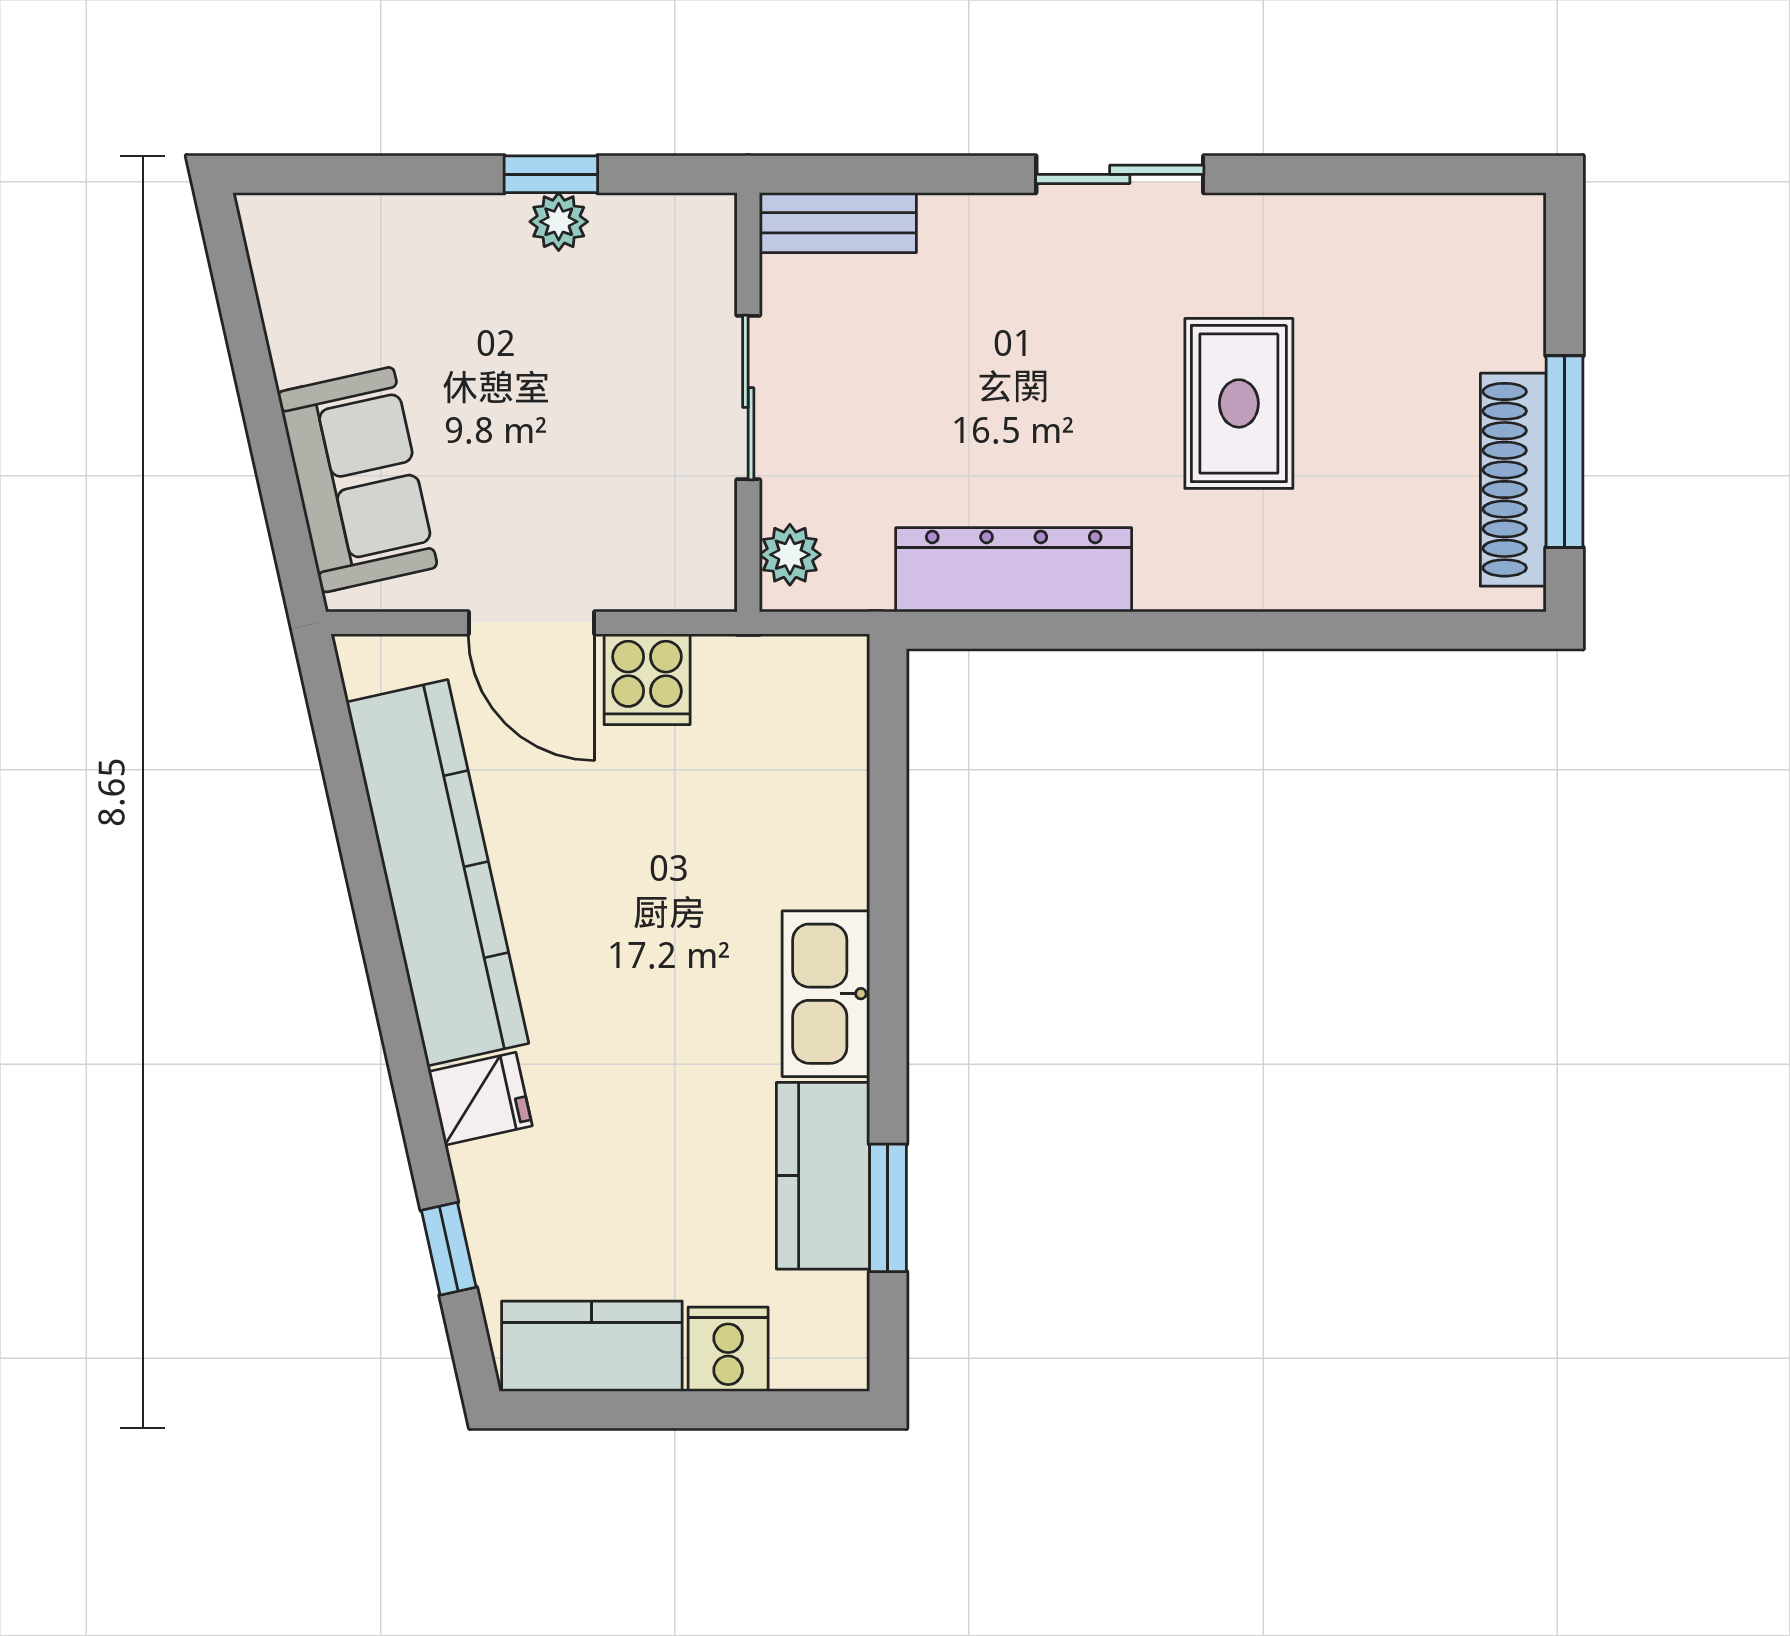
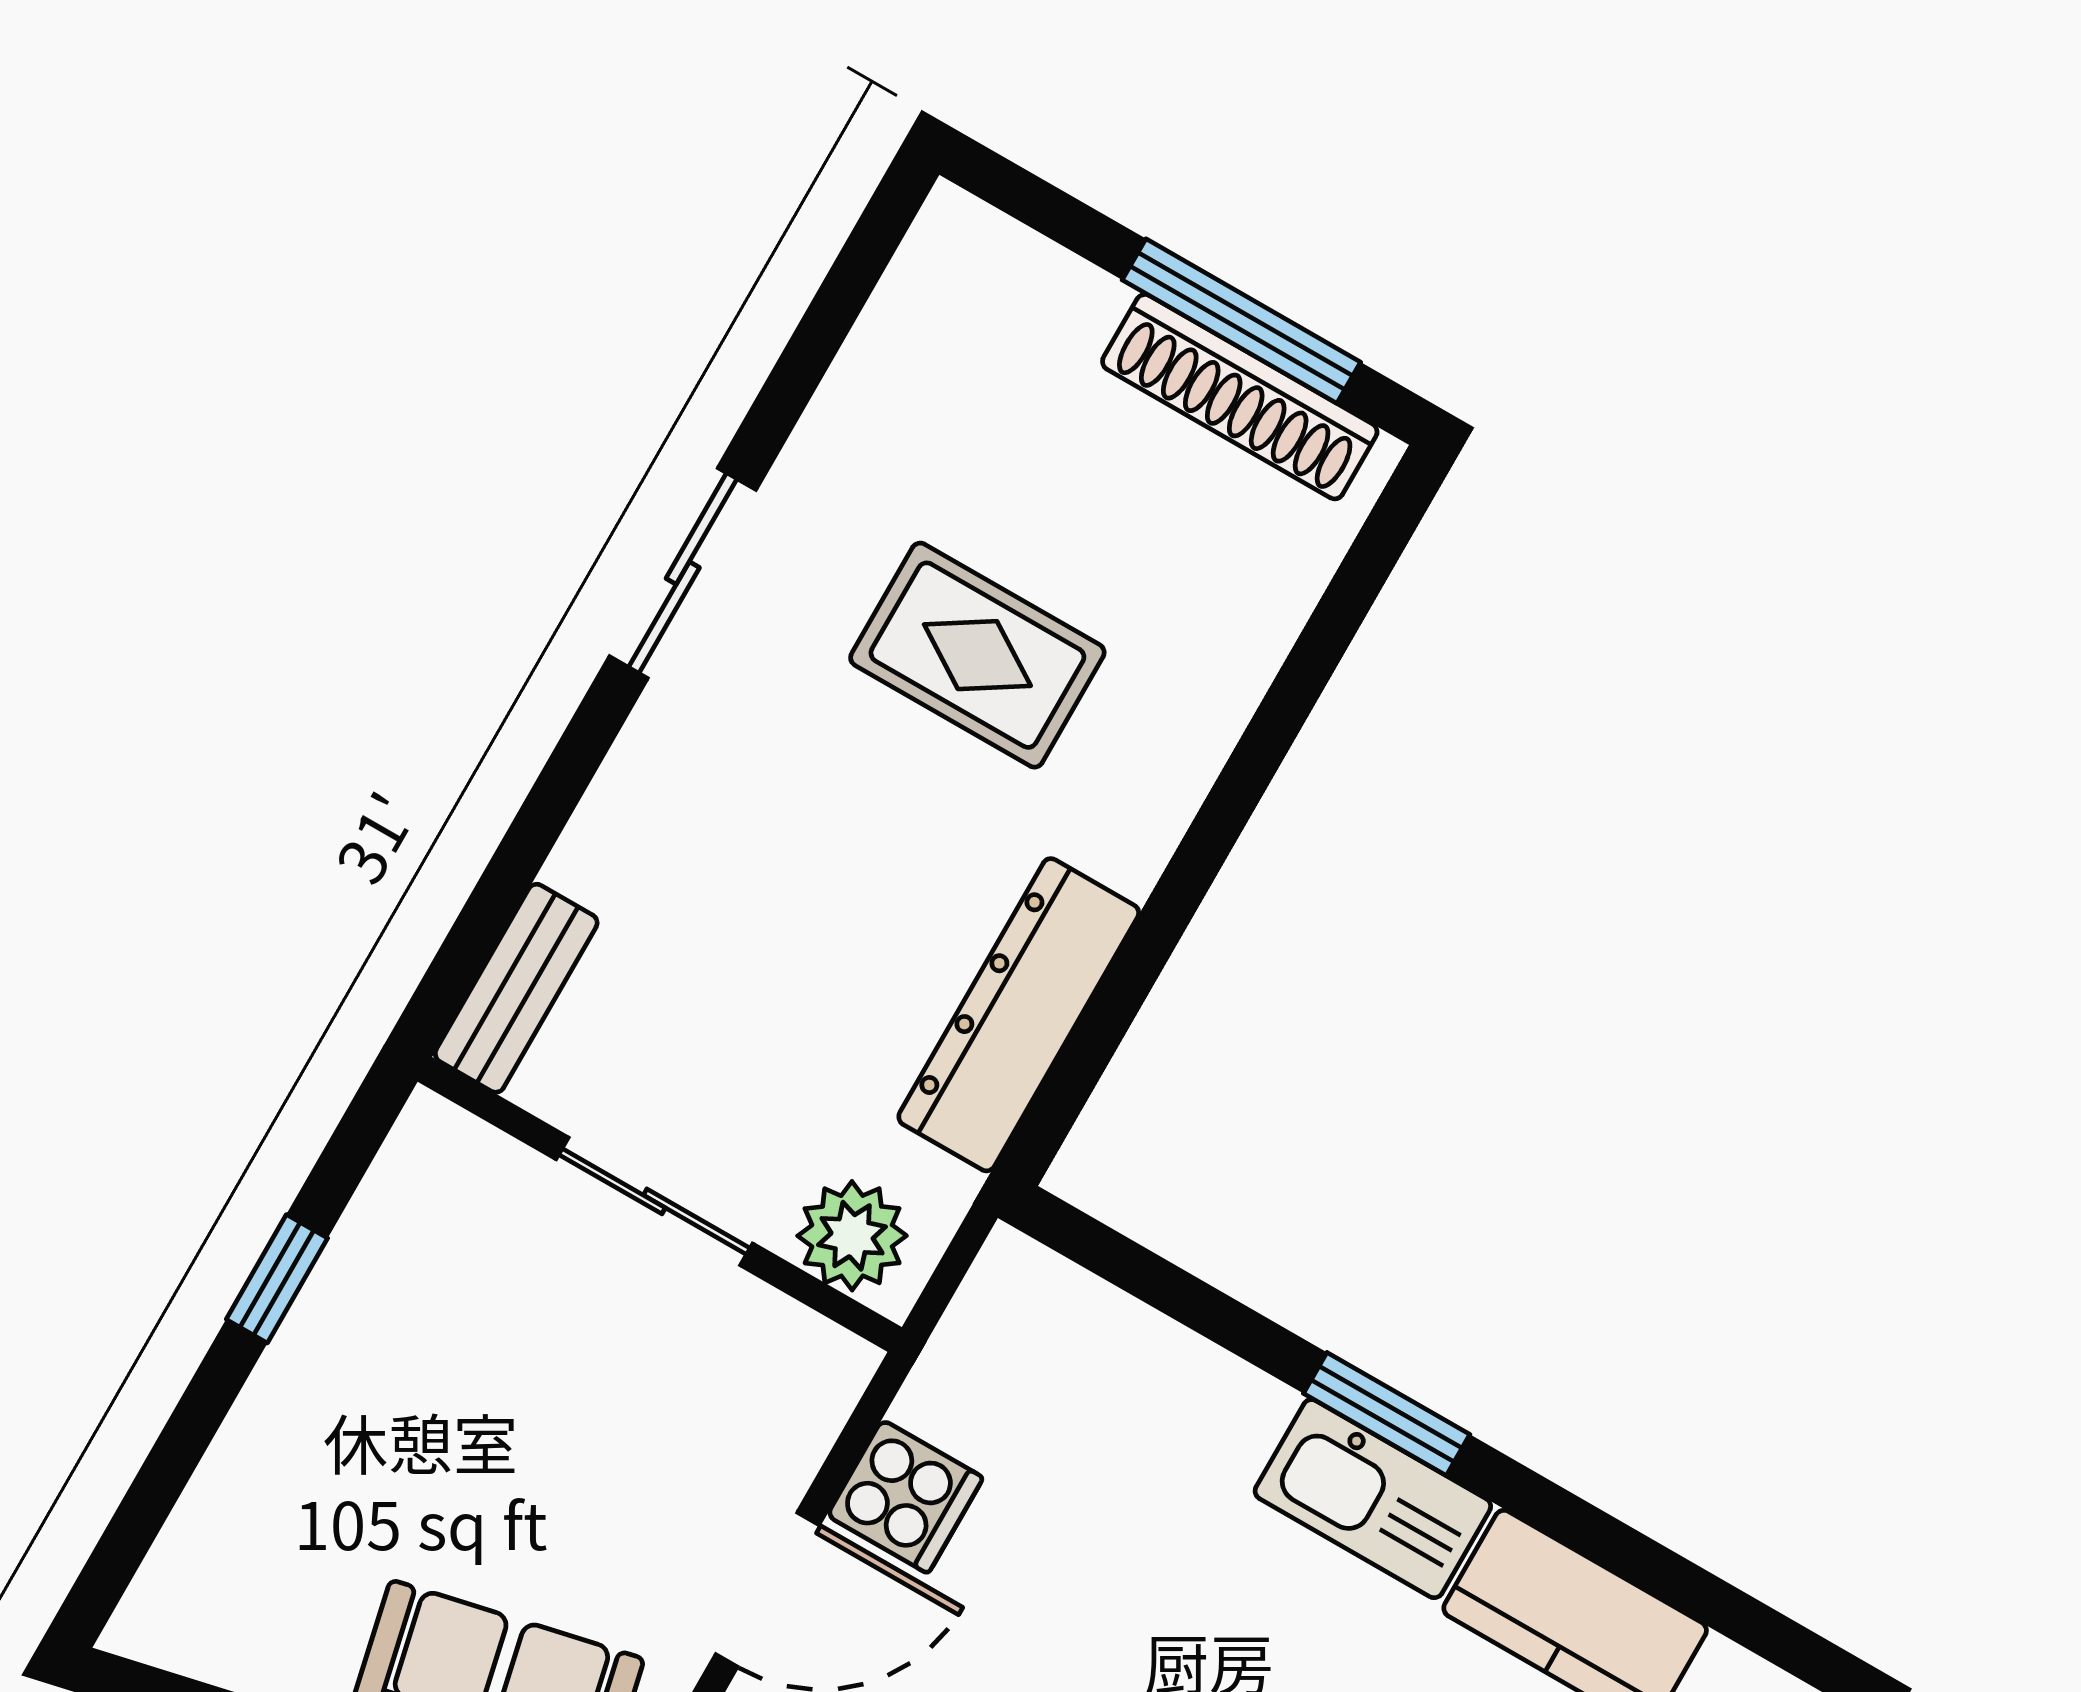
sliding door: (1120, 174) -> (683, 573), moved
plant: (559, 222) -> (335, 1301), removed
plant: (790, 555) -> (852, 1236), width x1.38, depth x1.38
window: (888, 1208) -> (1387, 1414), moved

